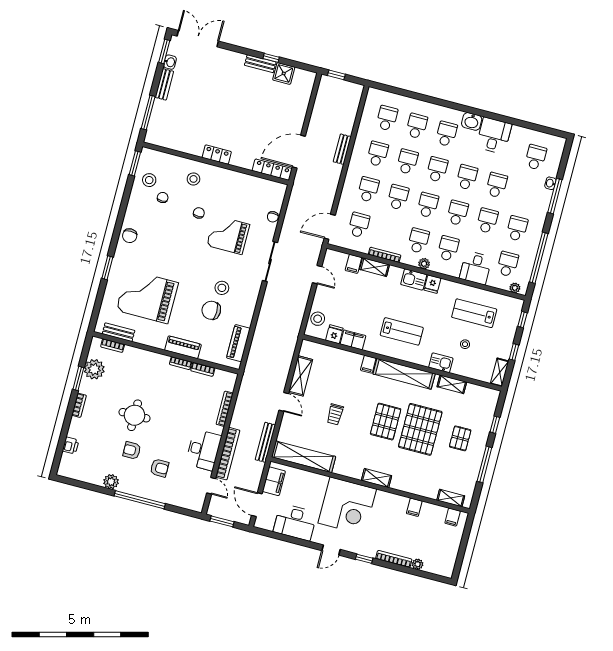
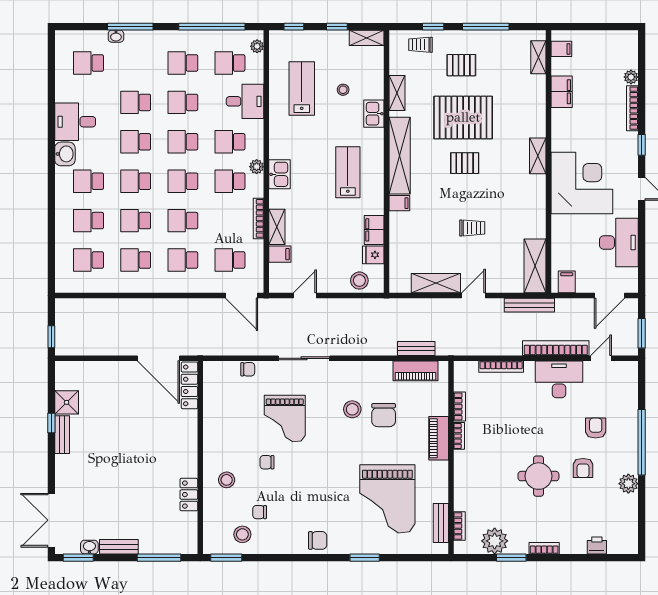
bench: (342, 149) -> (416, 349), moved
locker: (217, 155) -> (189, 495), moved
fridge: (432, 284) -> (279, 150), removed
lab bench: (474, 313) -> (302, 88), turned 180
trolley: (484, 412) -> (420, 45), added
pallet: (386, 422) -> (465, 163), width x0.67, depth x0.71
shelving: (304, 457) -> (535, 266), width x0.68
filing cabinet: (274, 481) -> (567, 282), width x0.50
filing cabinet: (414, 507) -> (562, 92), width x2.00

